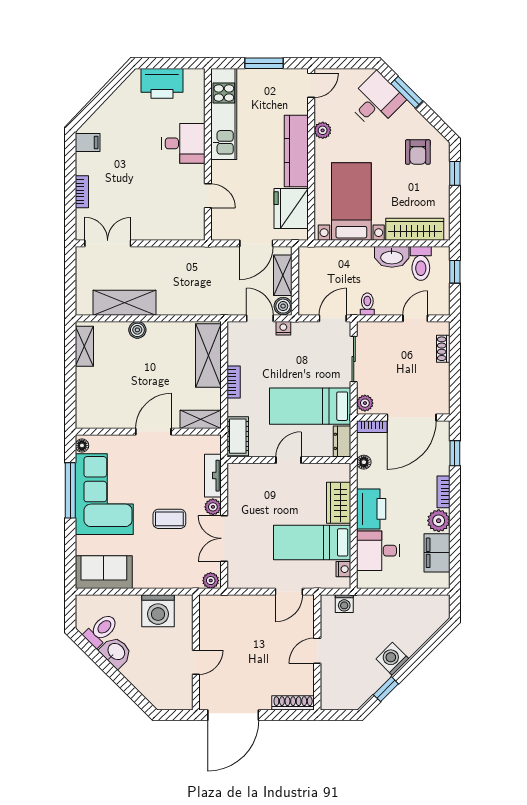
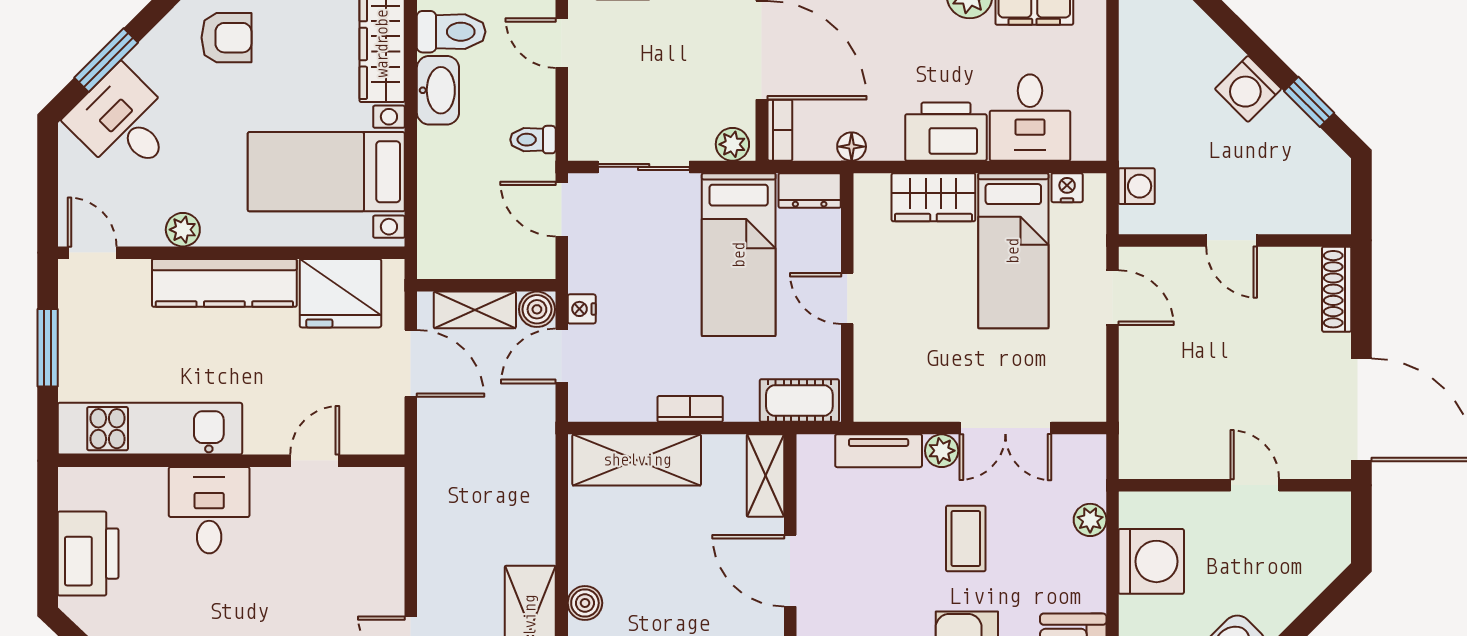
plant: (211, 581) -> (1090, 520), moved

